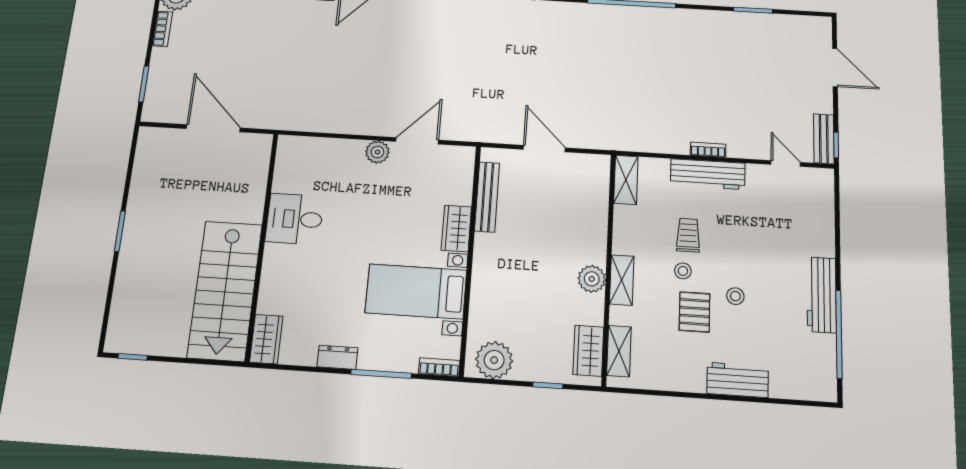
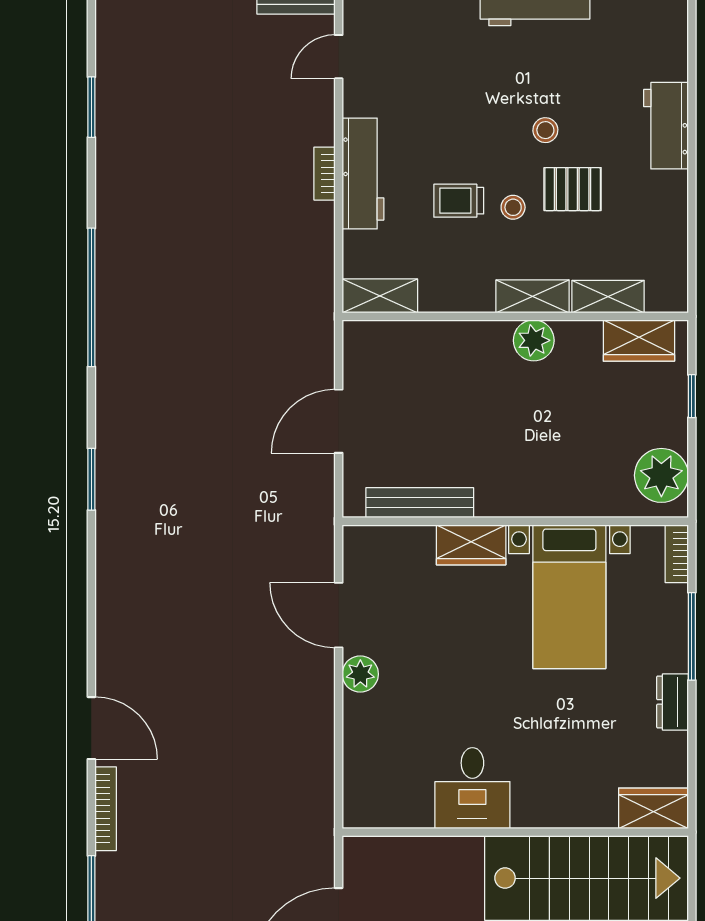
shelving: (619, 351) -> (608, 297), moved

